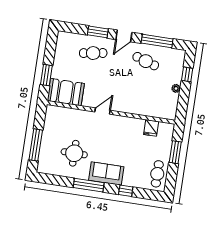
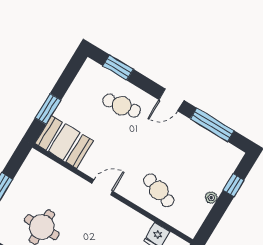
window: (98, 32) -> (118, 68), moved
cafe table: (146, 61) -> (159, 190), moved

